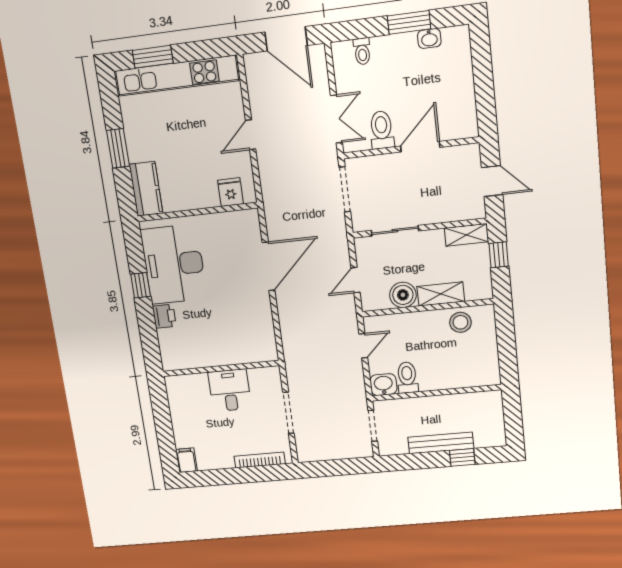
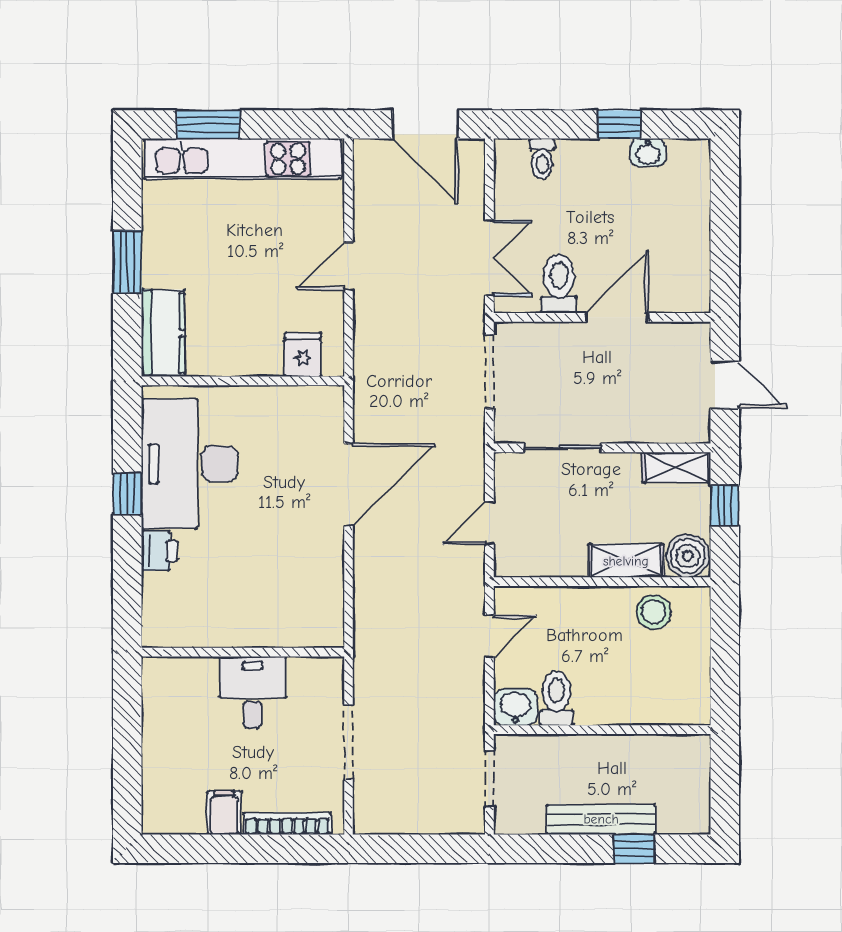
window: (409, 22) -> (619, 124), width x0.67
boiler: (403, 295) -> (688, 556), moved
filing cabinet: (186, 460) -> (224, 813), moved

